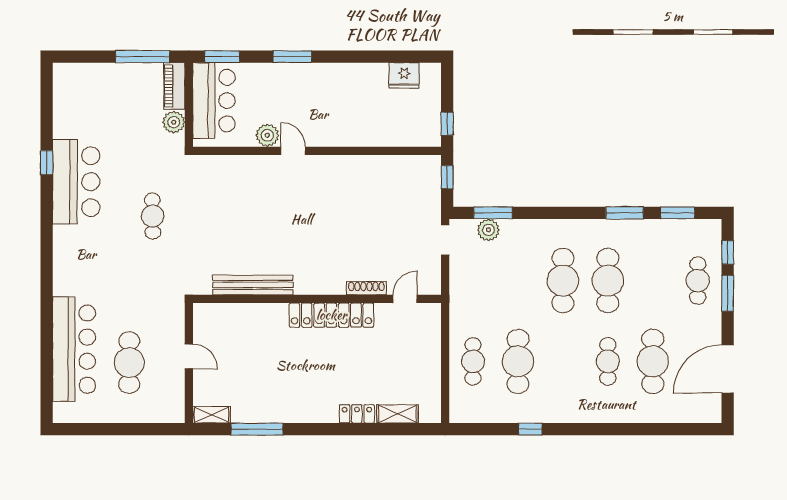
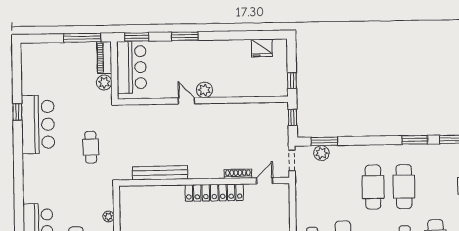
plant: (267, 135) -> (204, 90), moved
bench: (253, 285) -> (160, 173), moved
shoe rack: (366, 288) -> (238, 174), moved
wall: (317, 299) -> (204, 182), moved
door: (405, 299) -> (265, 181), moved
locker: (331, 315) -> (214, 193), moved
plant: (177, 317) -> (108, 216), added

